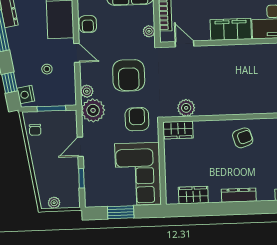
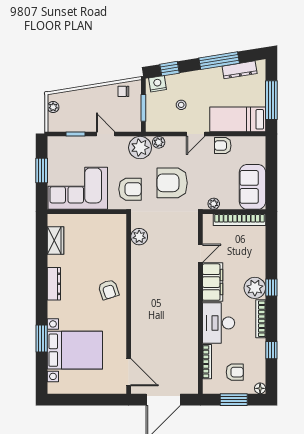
door: (184, 44) -> (200, 253), moved
wardrobe: (178, 130) -> (118, 228), removed

